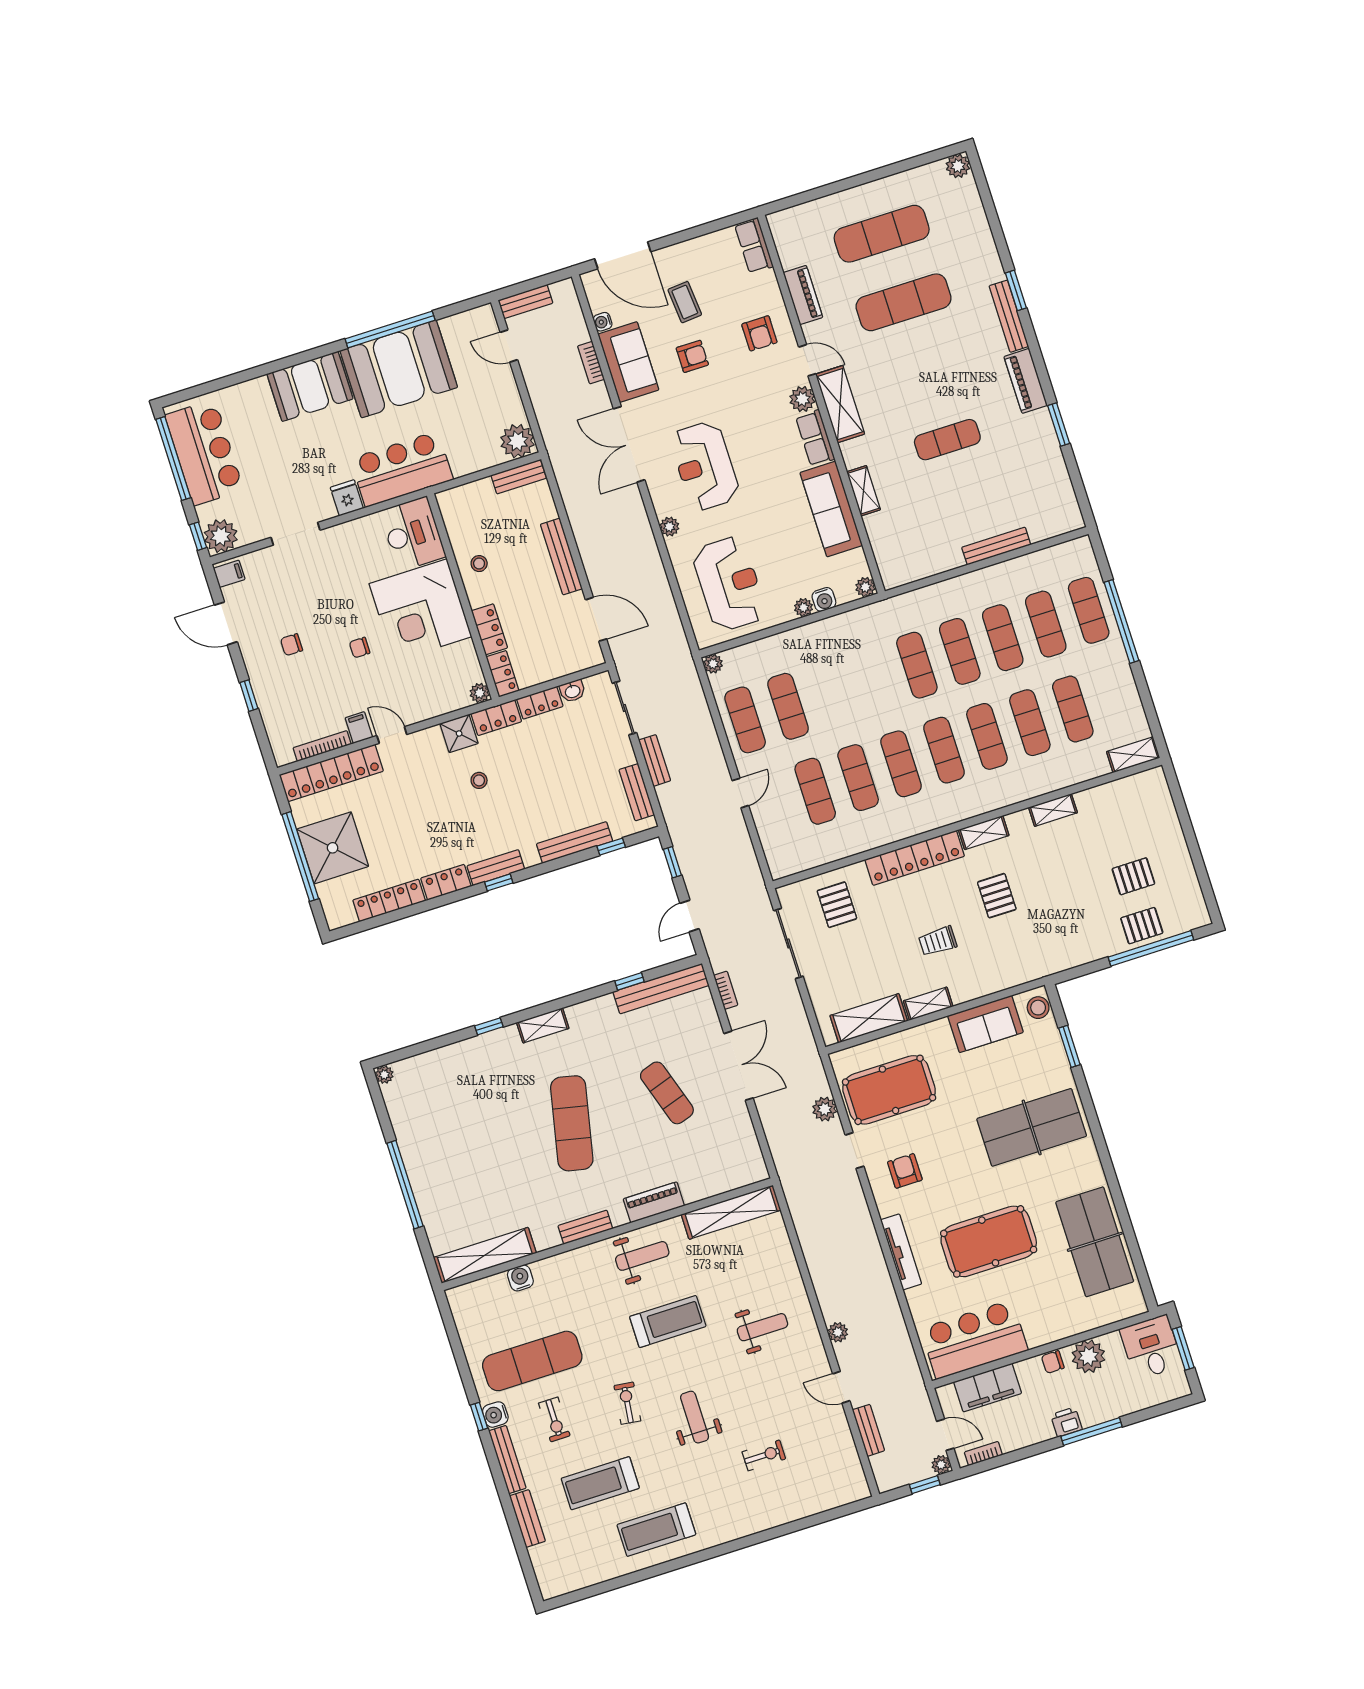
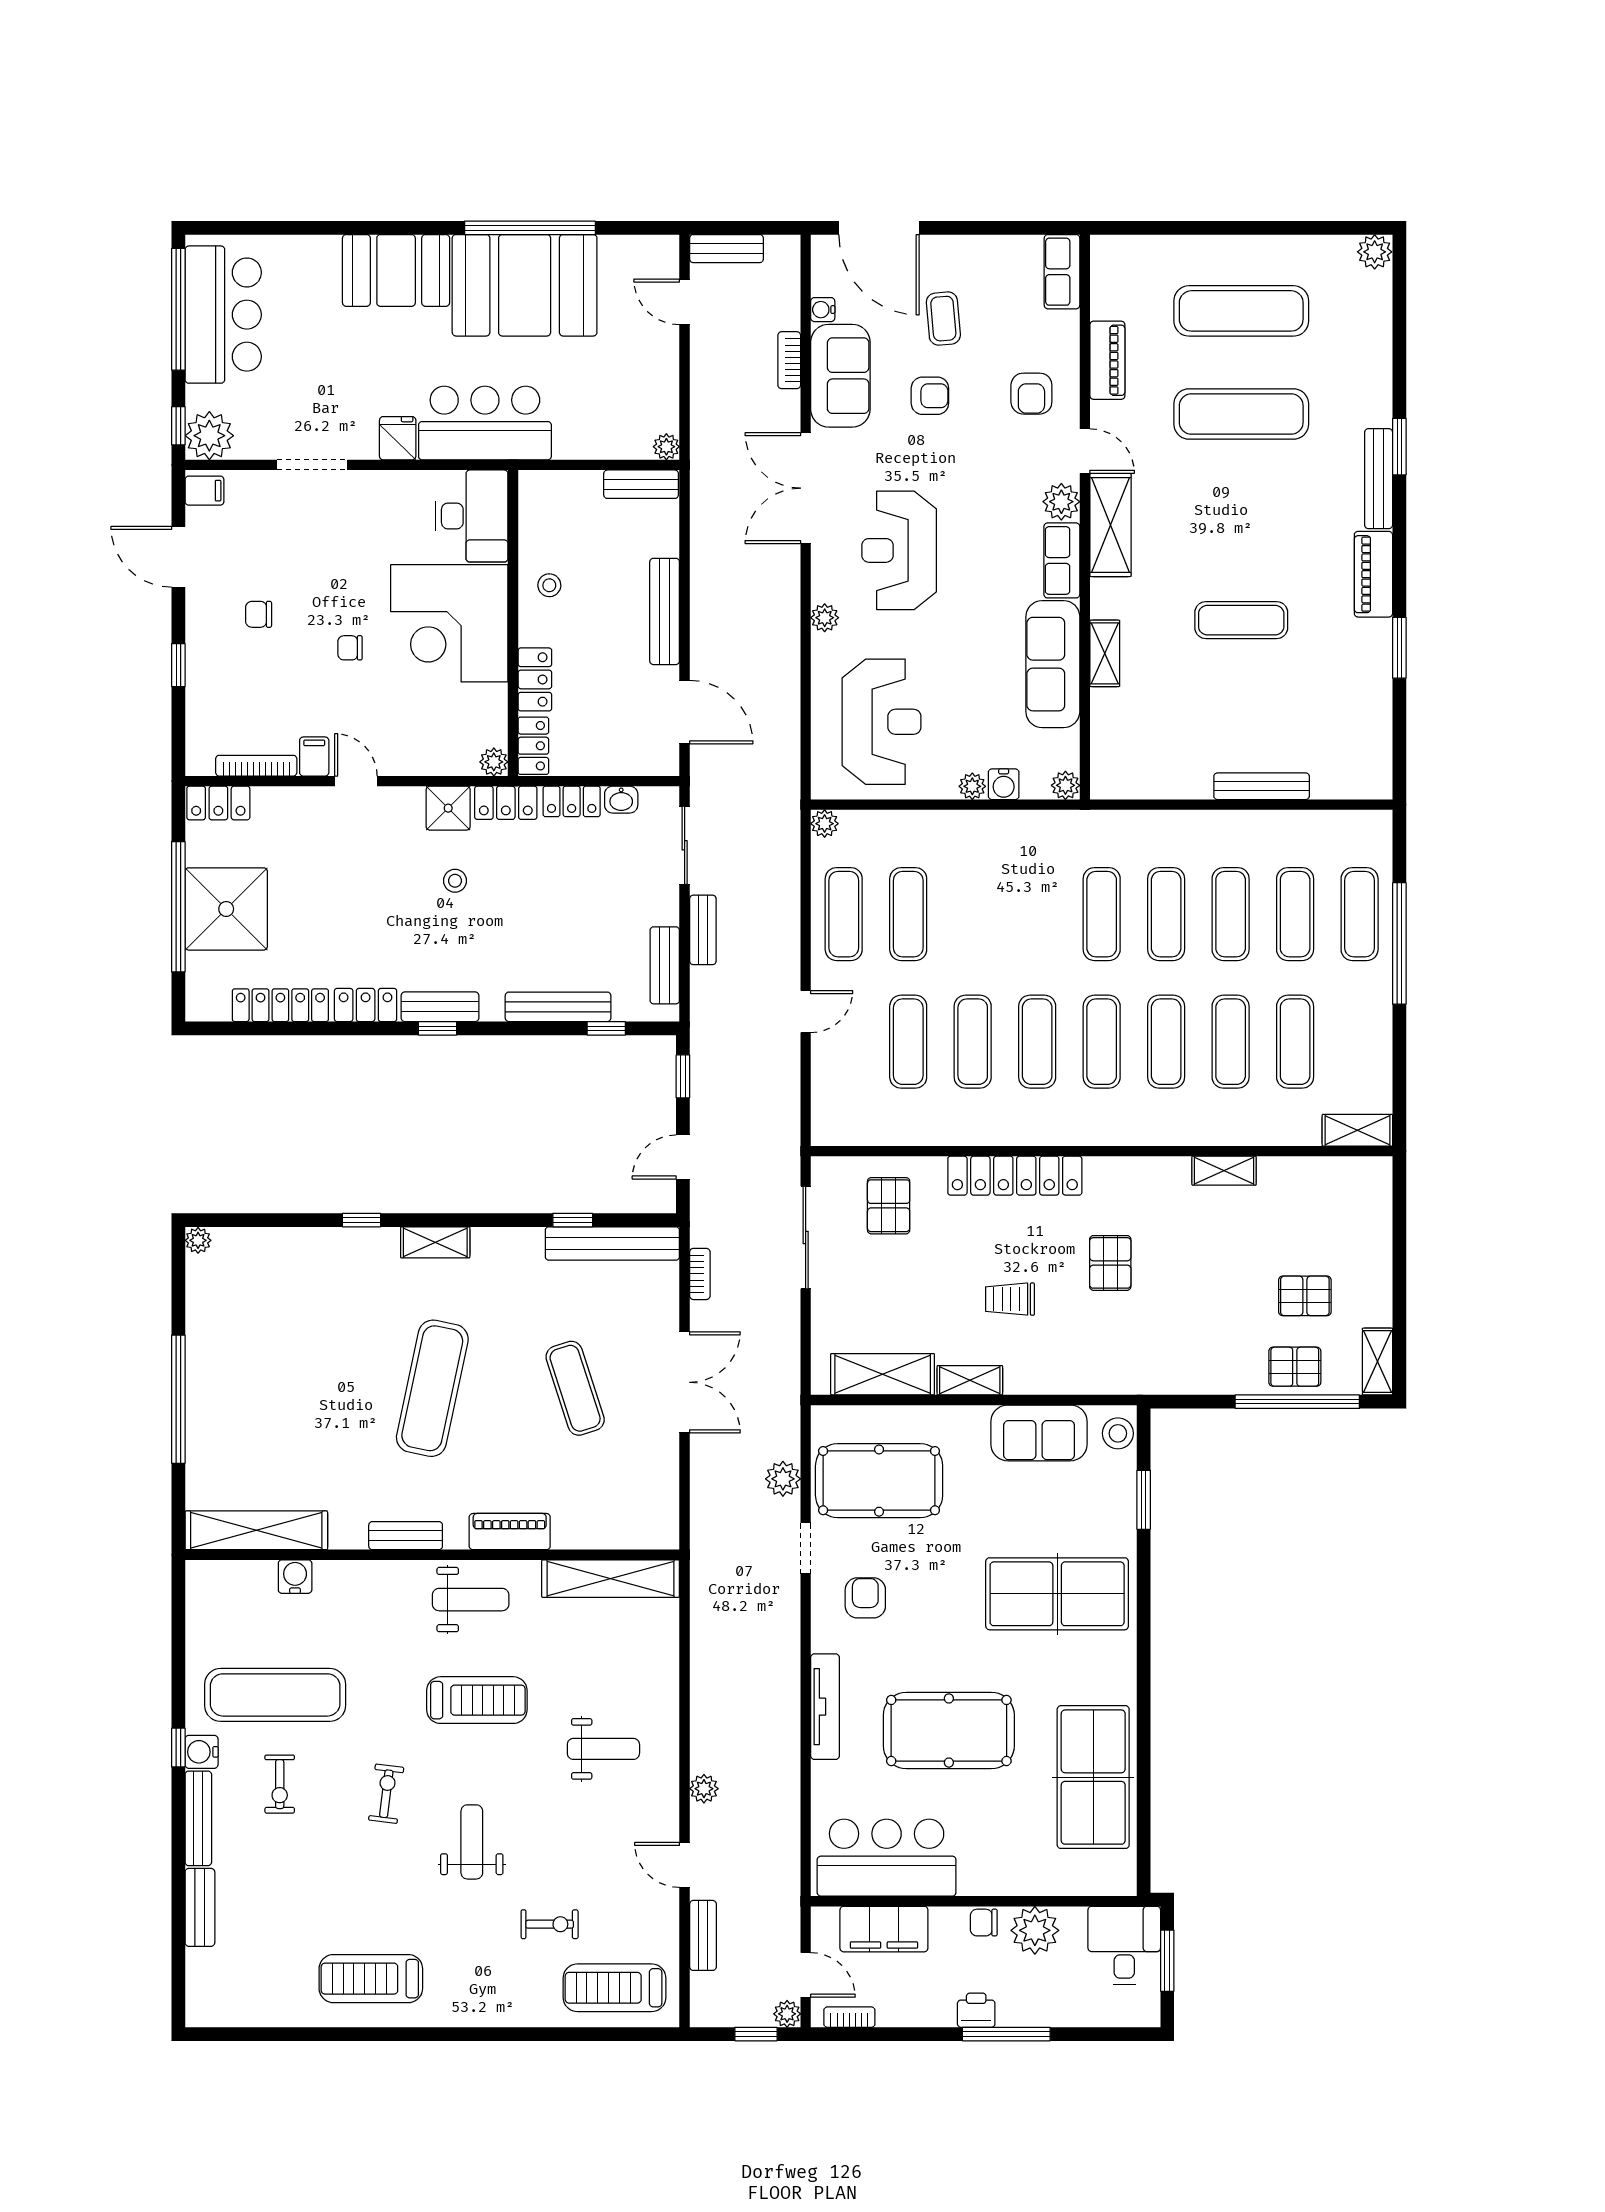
plant: (517, 441) -> (666, 447), width x0.53, depth x0.53
locker: (331, 773) -> (218, 803), width x0.46, depth x0.83
shelving: (984, 833) -> (1378, 1362), moved, turned 90
treadmill: (600, 1483) -> (614, 1988), moved

